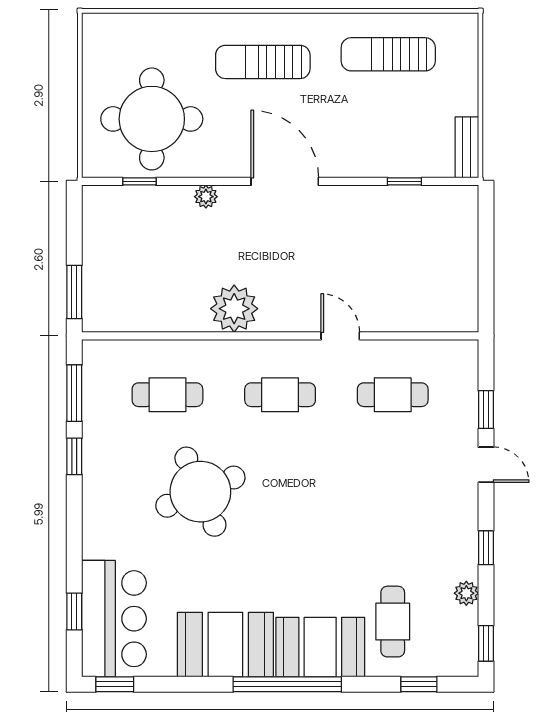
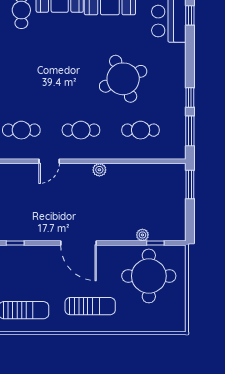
plant: (206, 197) -> (142, 235), moved
plant: (234, 309) -> (99, 170), width x0.53, depth x0.53
door: (340, 336) -> (49, 161), hinge flipped

